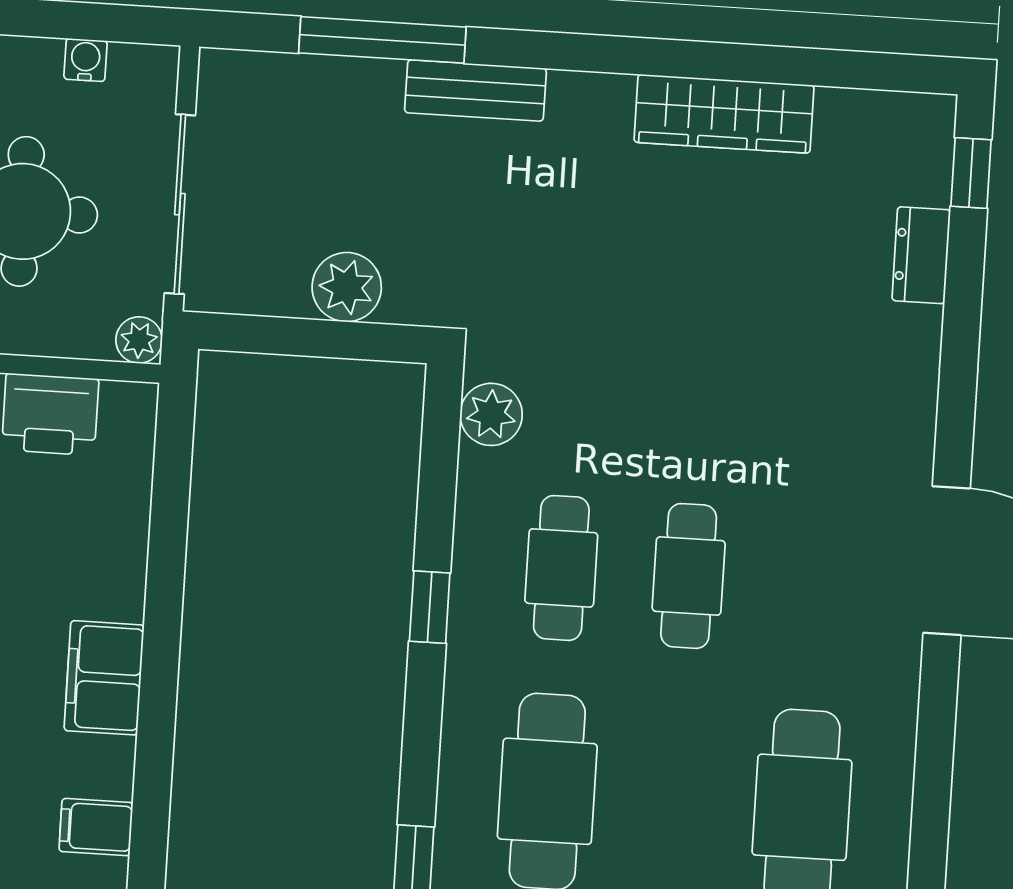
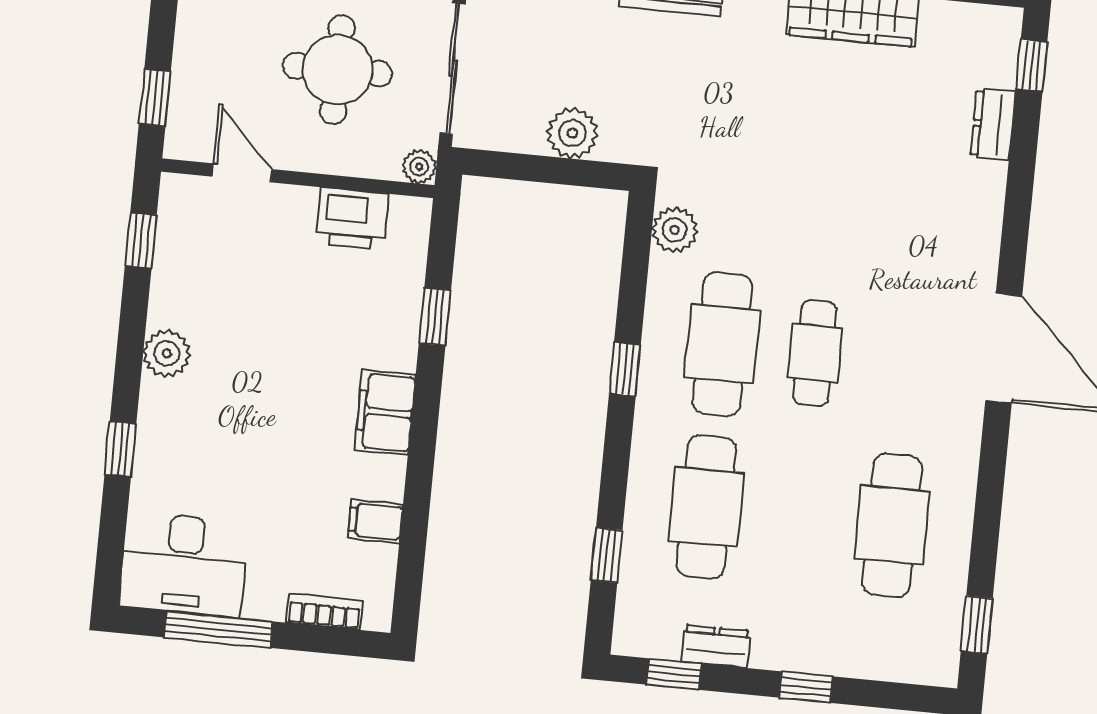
window: (168, 545) -> (435, 317), added
cafe table: (561, 568) -> (722, 344), width x1.37, depth x1.35

